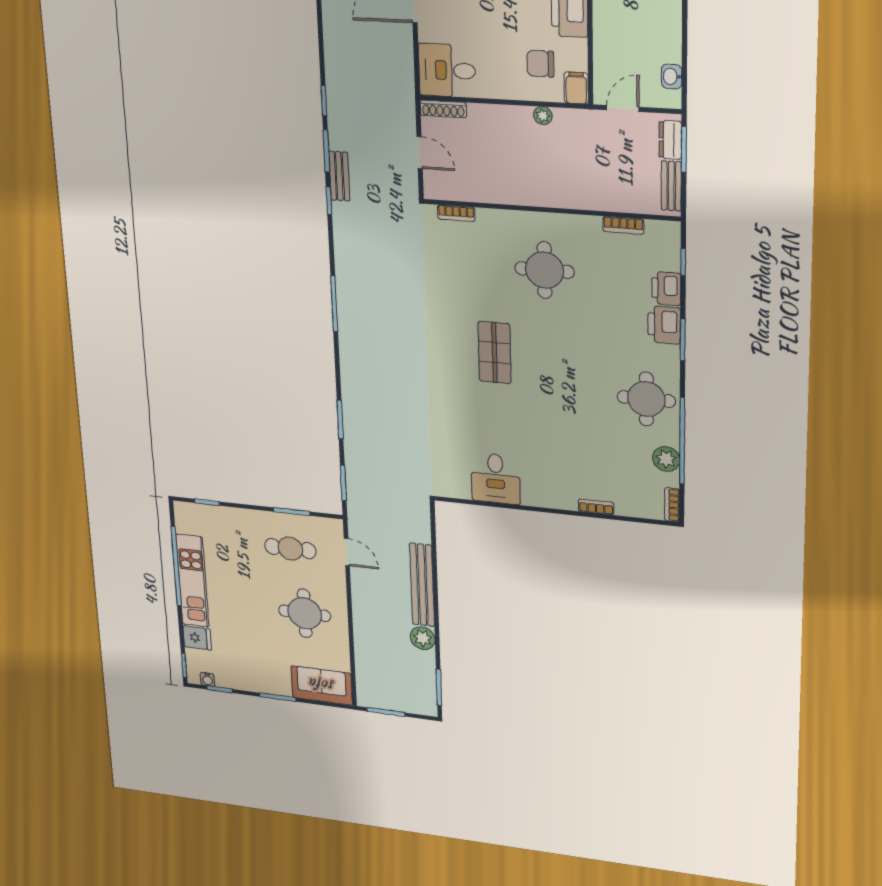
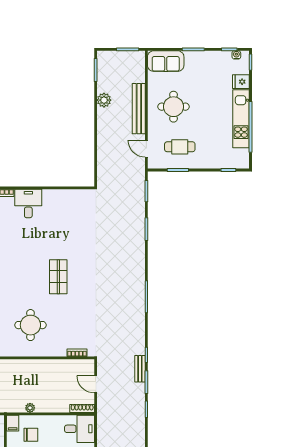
desk: (496, 478) -> (28, 203), moved
bench: (422, 585) -> (139, 109), moved

